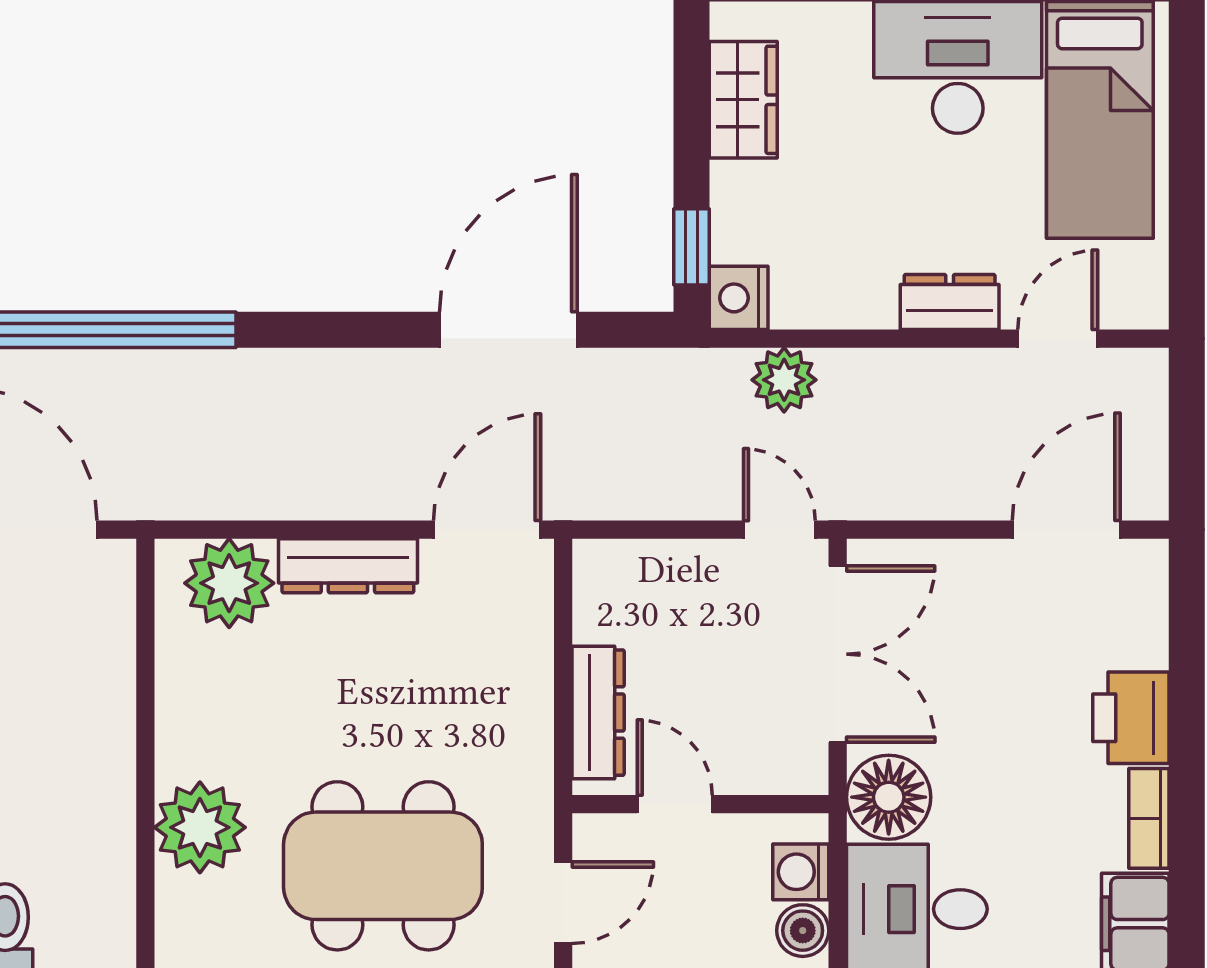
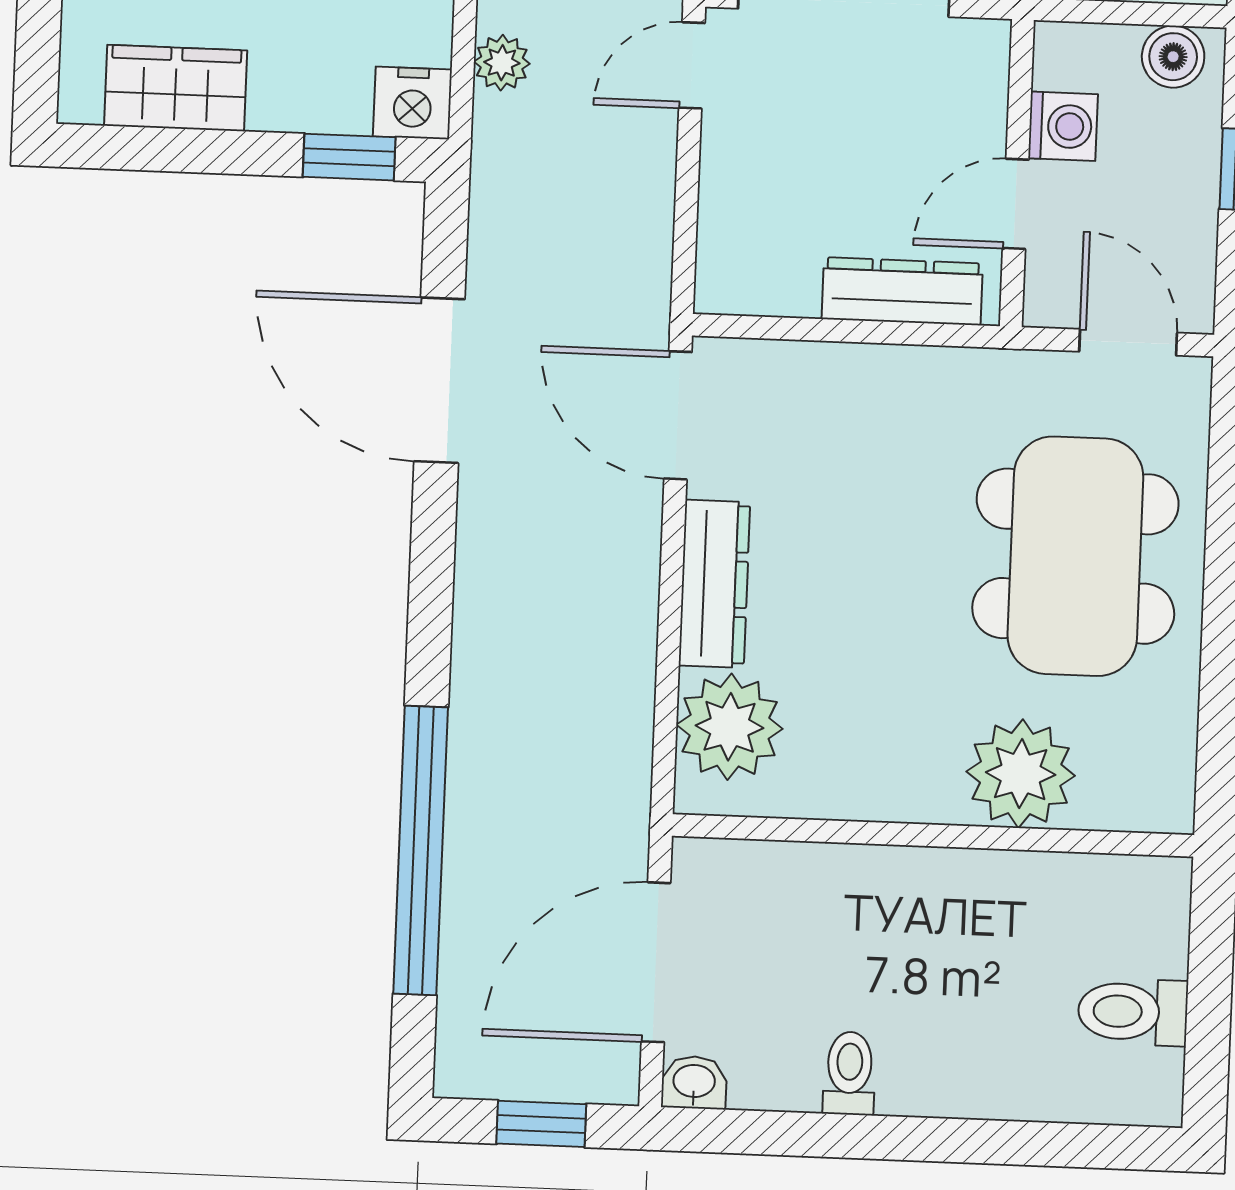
plant: (784, 380) -> (502, 63), width x0.73, depth x0.73
washing machine: (801, 872) -> (1063, 126), moved, turned -90

